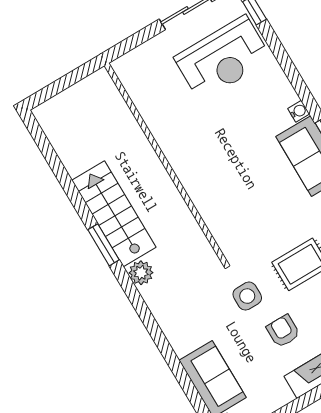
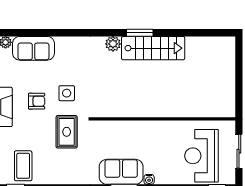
wall: (166, 164) -> (163, 119), moved

